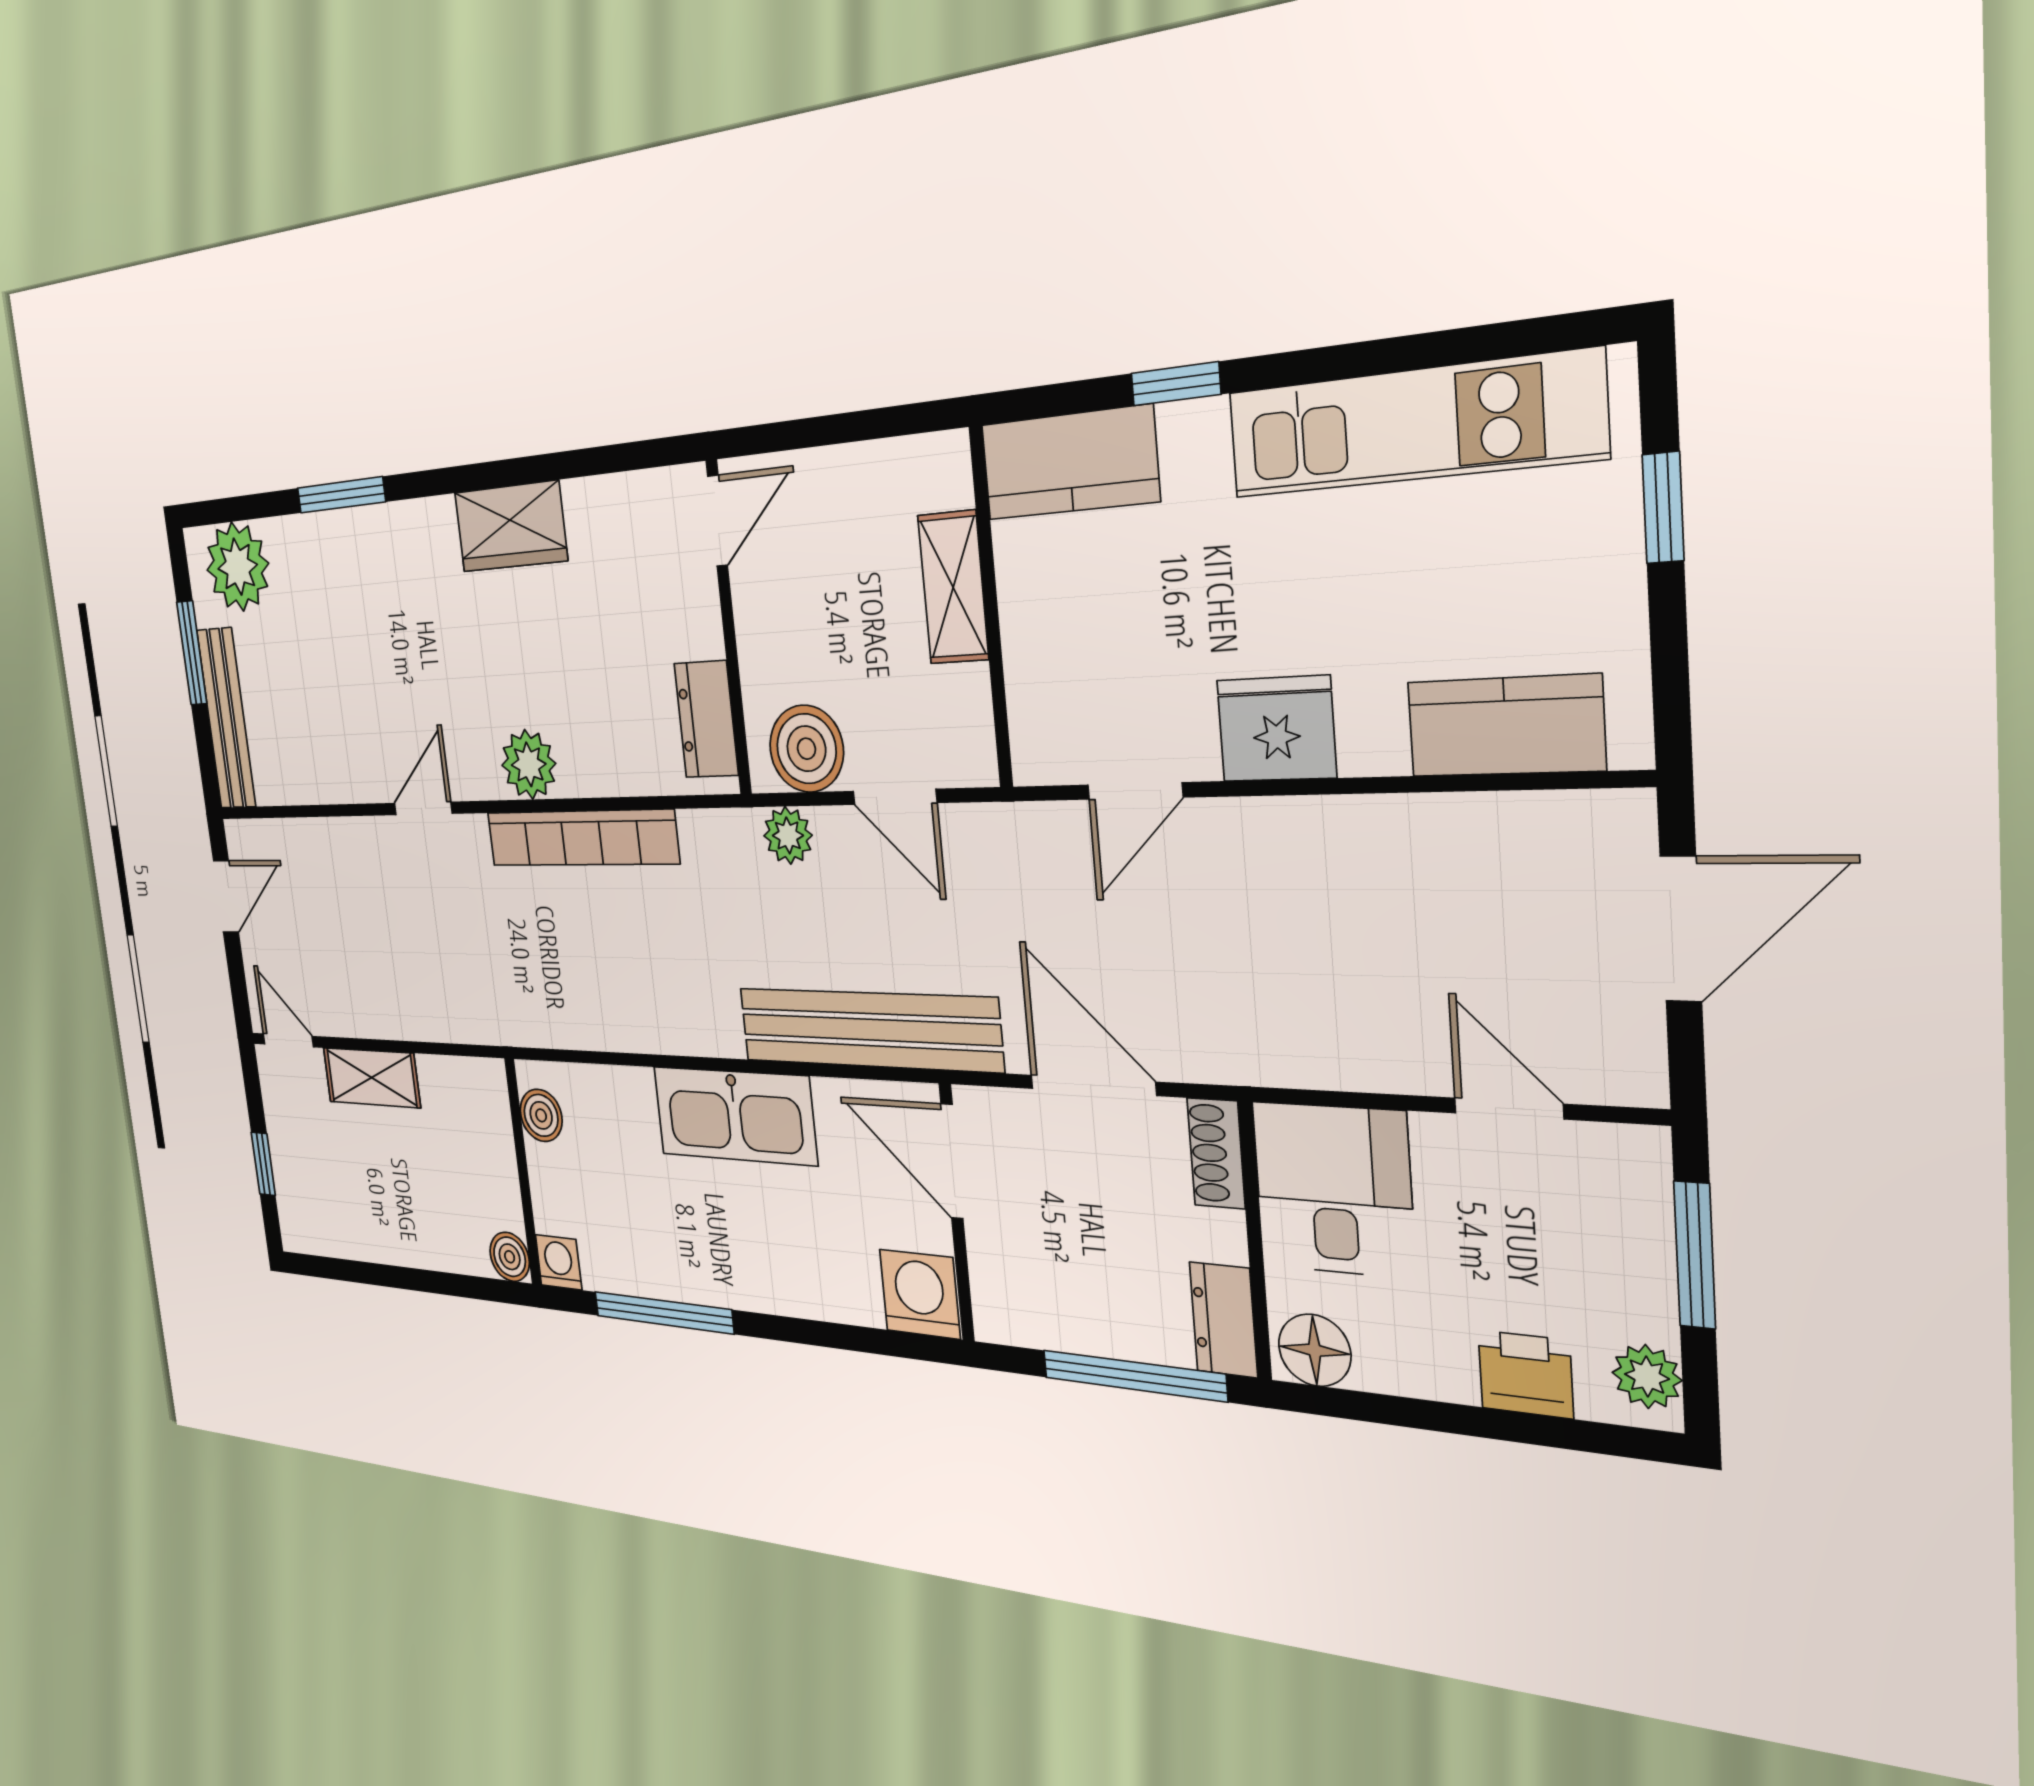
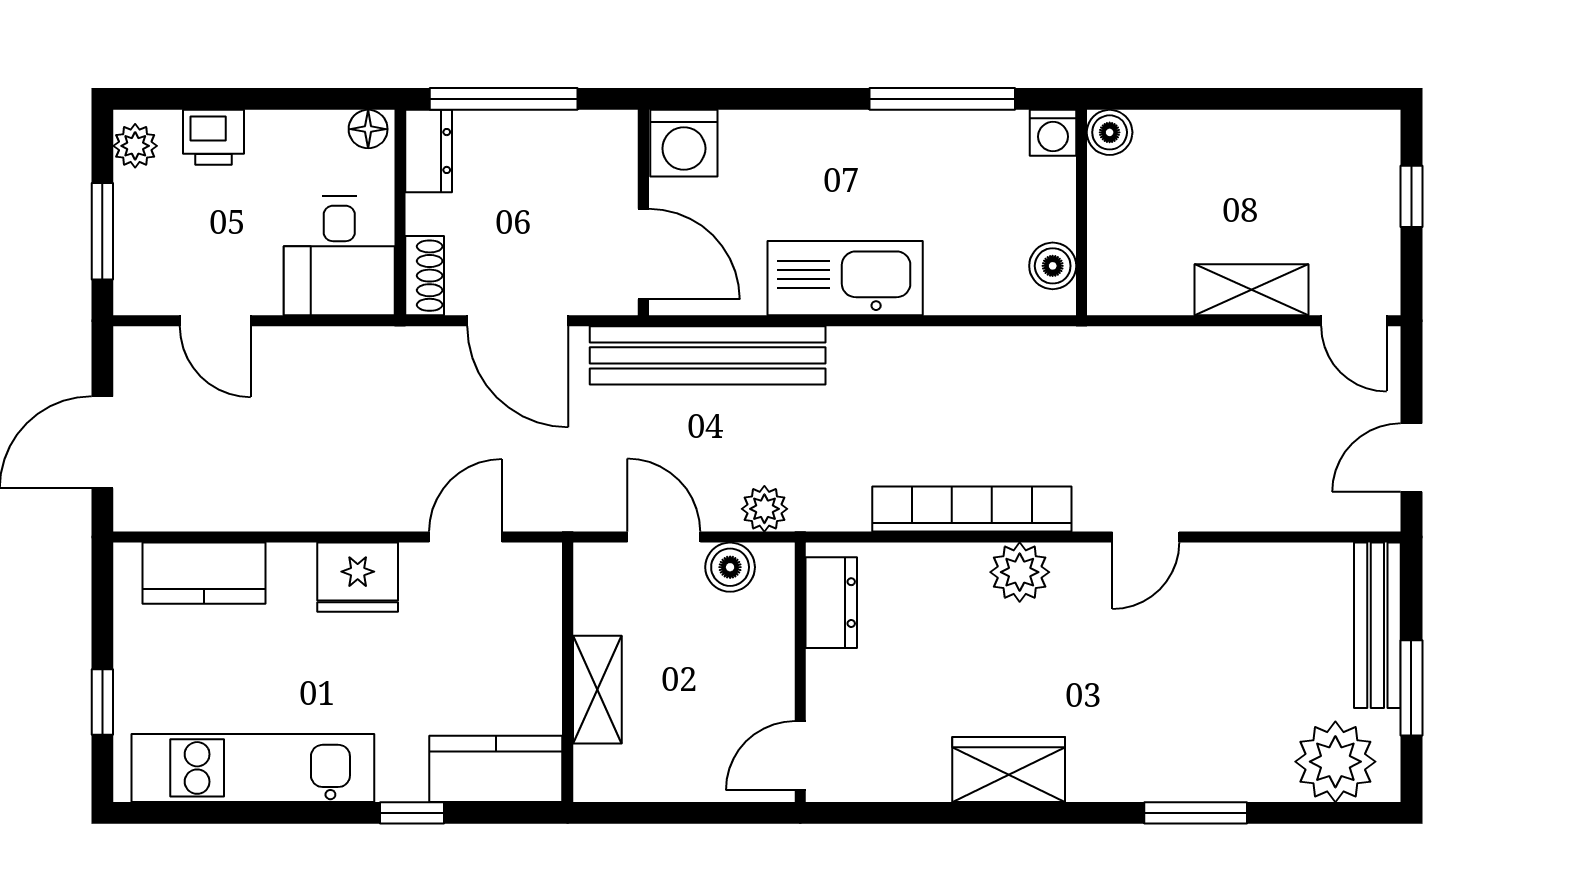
boiler: (806, 749) -> (730, 567), width x0.73, depth x0.73
floor lamp: (1315, 1350) -> (368, 129), width x0.73, depth x0.73

